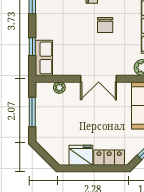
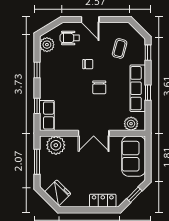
plant: (59, 88) -> (56, 145), width x1.87, depth x1.87
fridge: (81, 155) -> (58, 193), moved, turned 45

